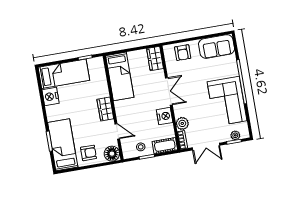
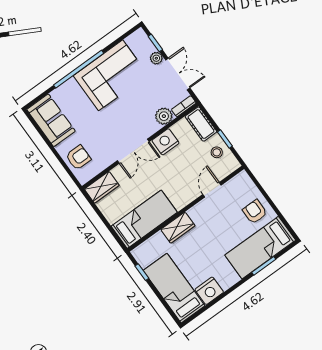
double door: (169, 91) -> (133, 151), swing flipped
wardrobe: (105, 109) -> (178, 228), moved
plant: (235, 135) -> (156, 58), moved
floor lamp: (112, 154) -> (242, 183), removed

